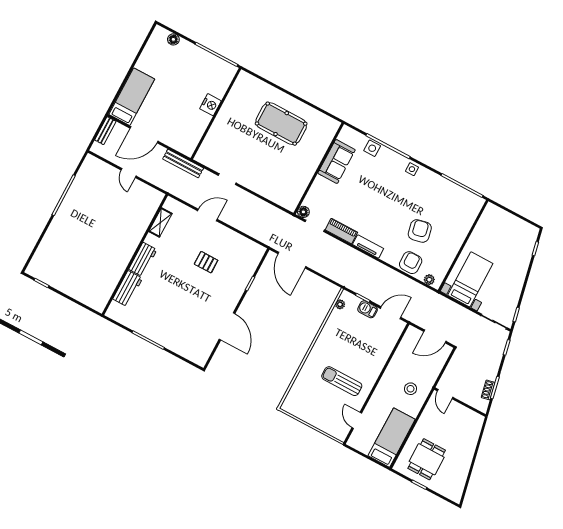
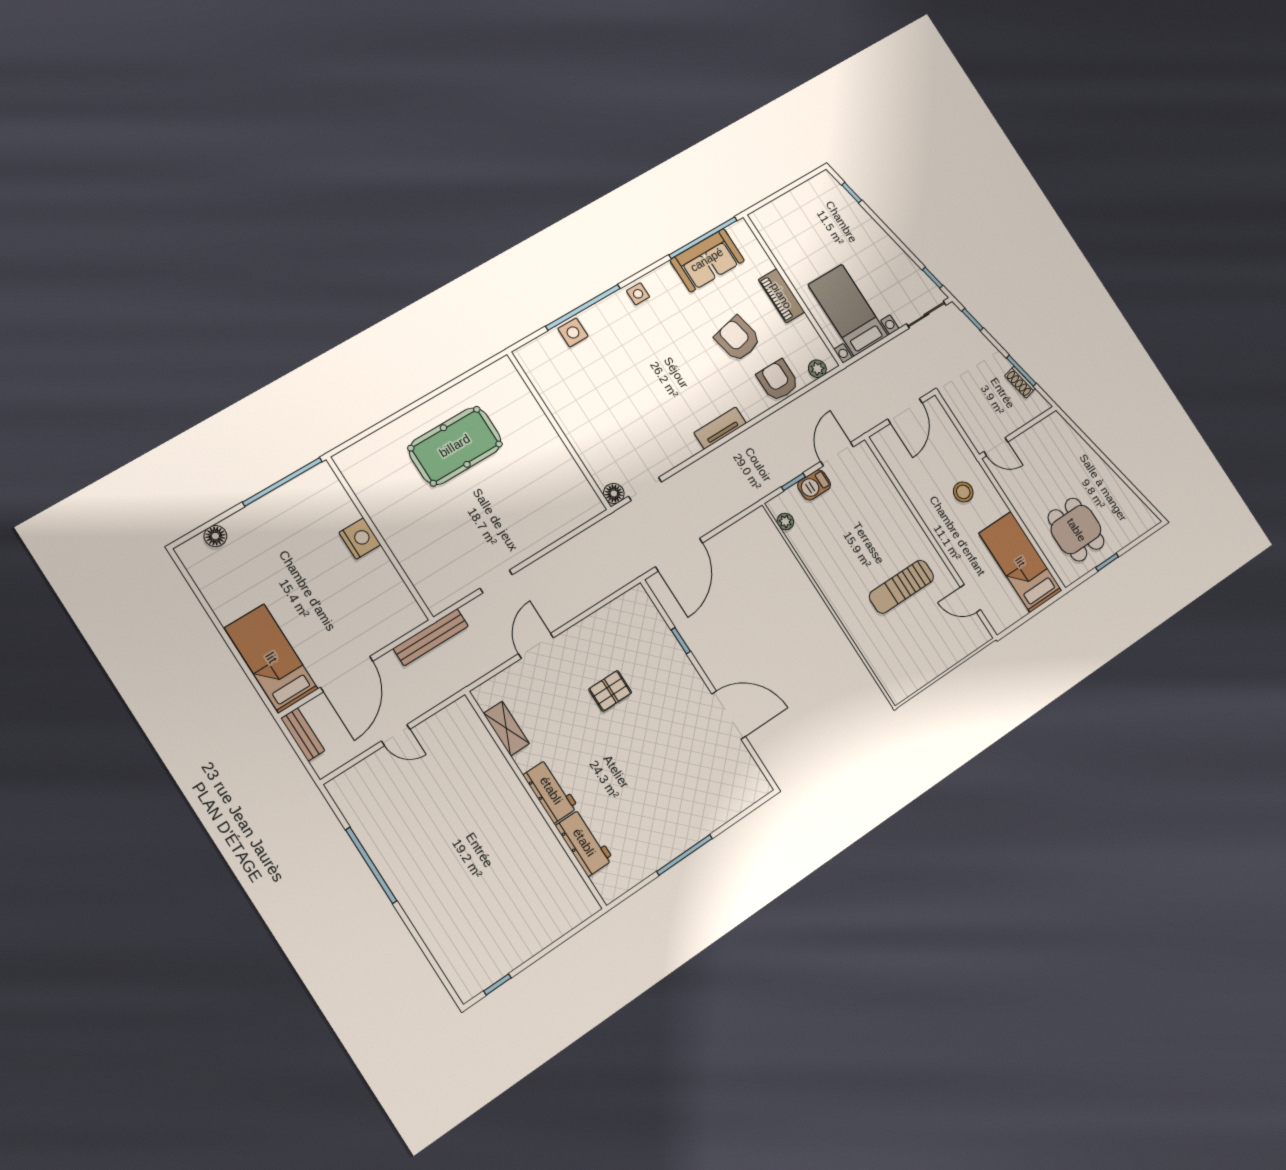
sofa: (336, 162) -> (707, 260), moved, turned 90
piano: (341, 231) -> (781, 296), moved, turned -90
door: (292, 260) -> (679, 555), hinge flipped

